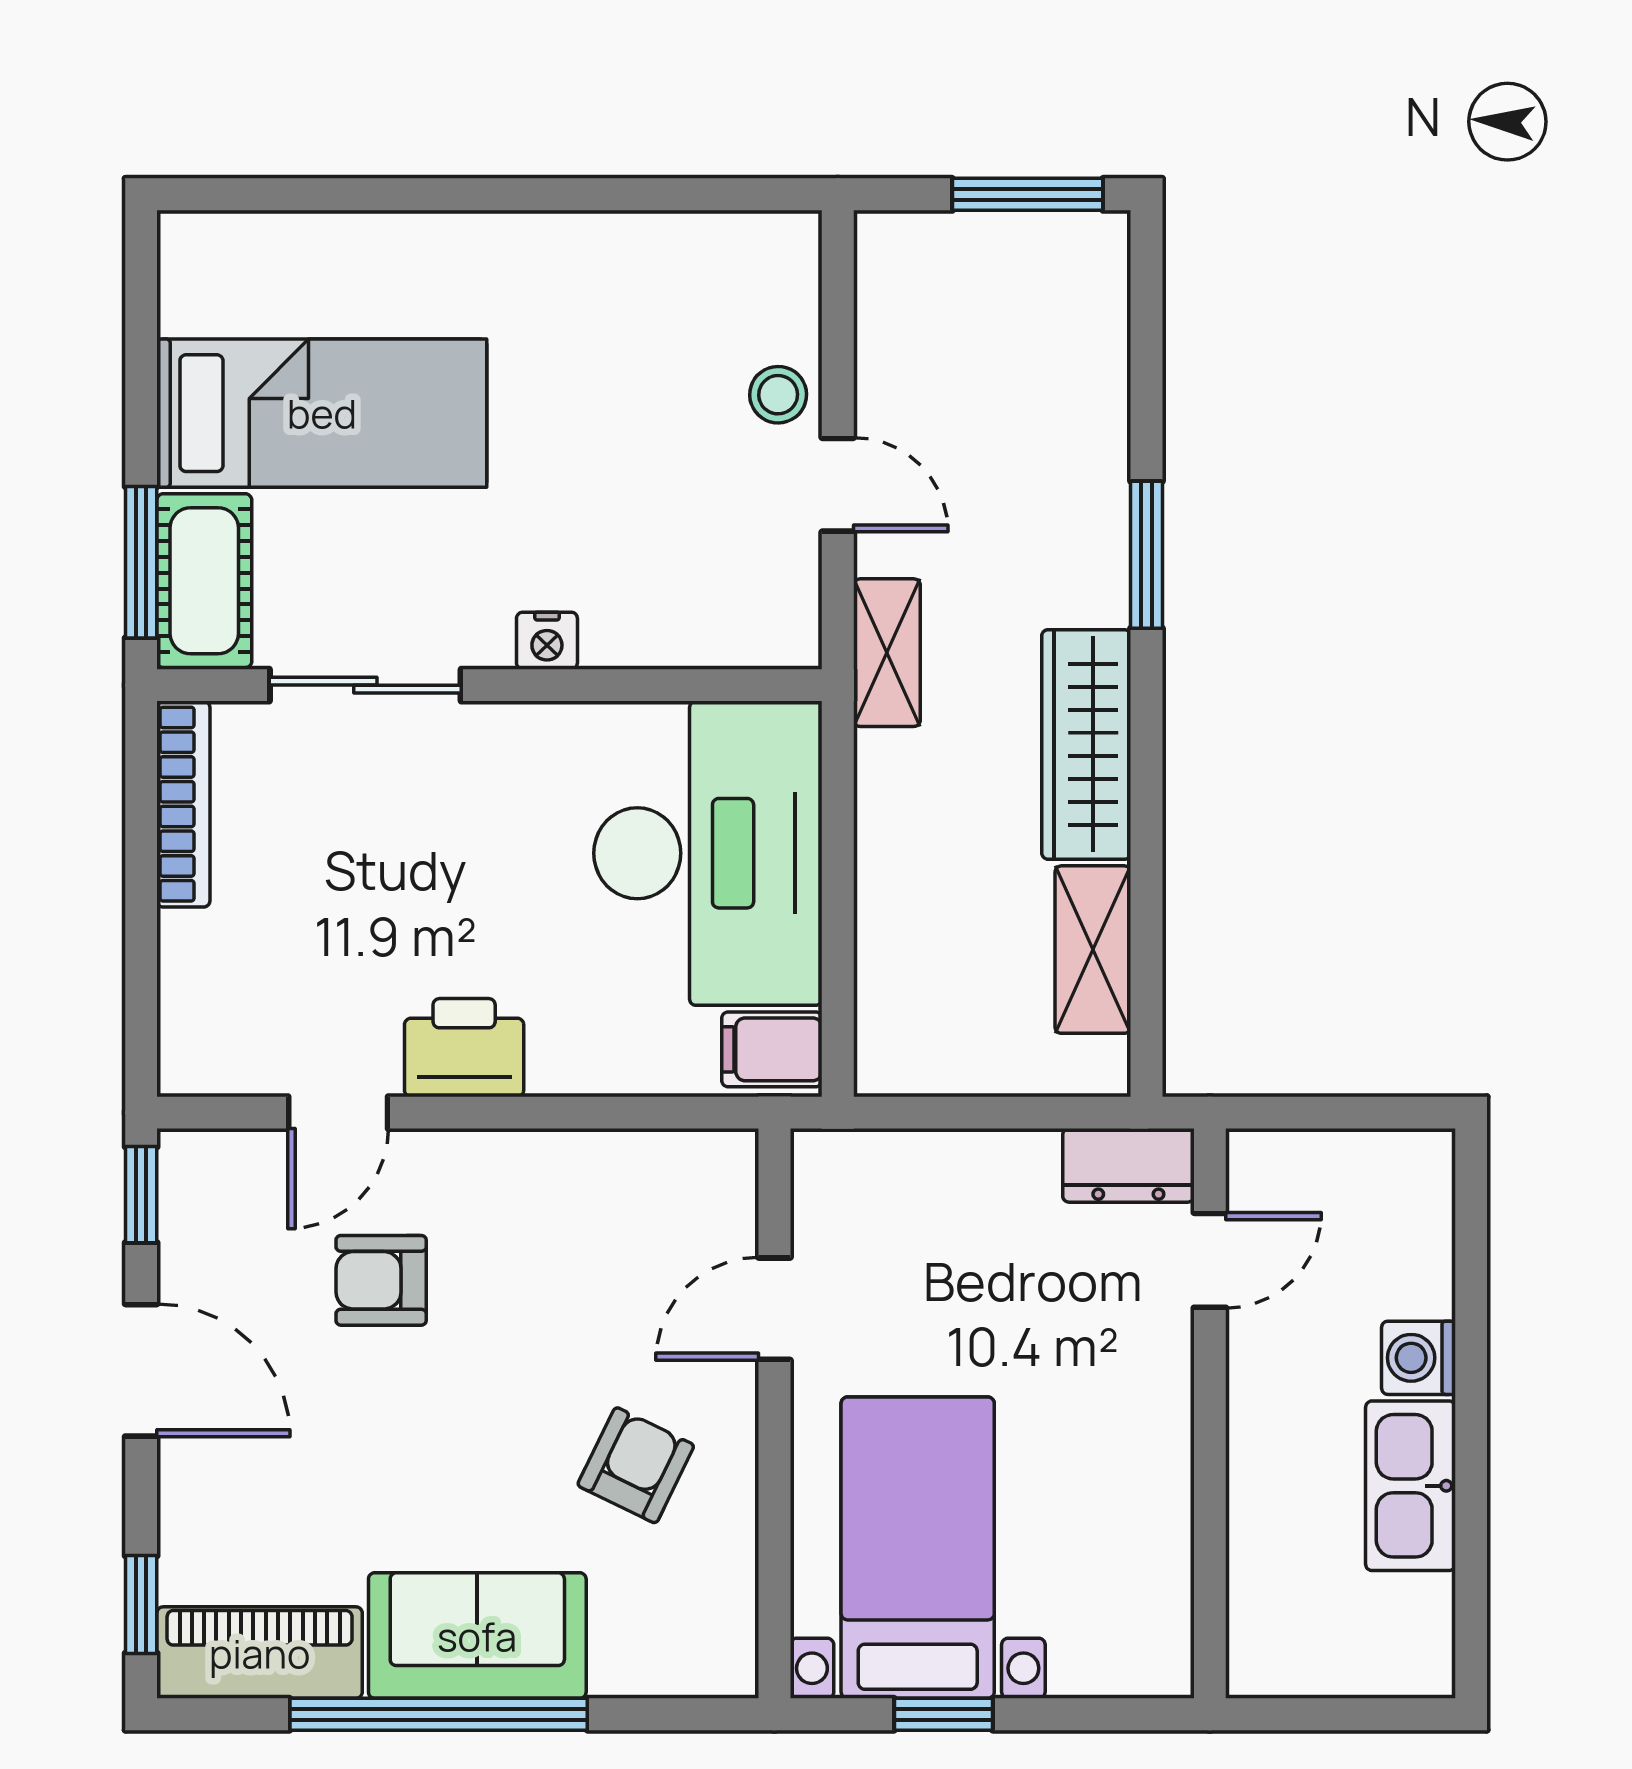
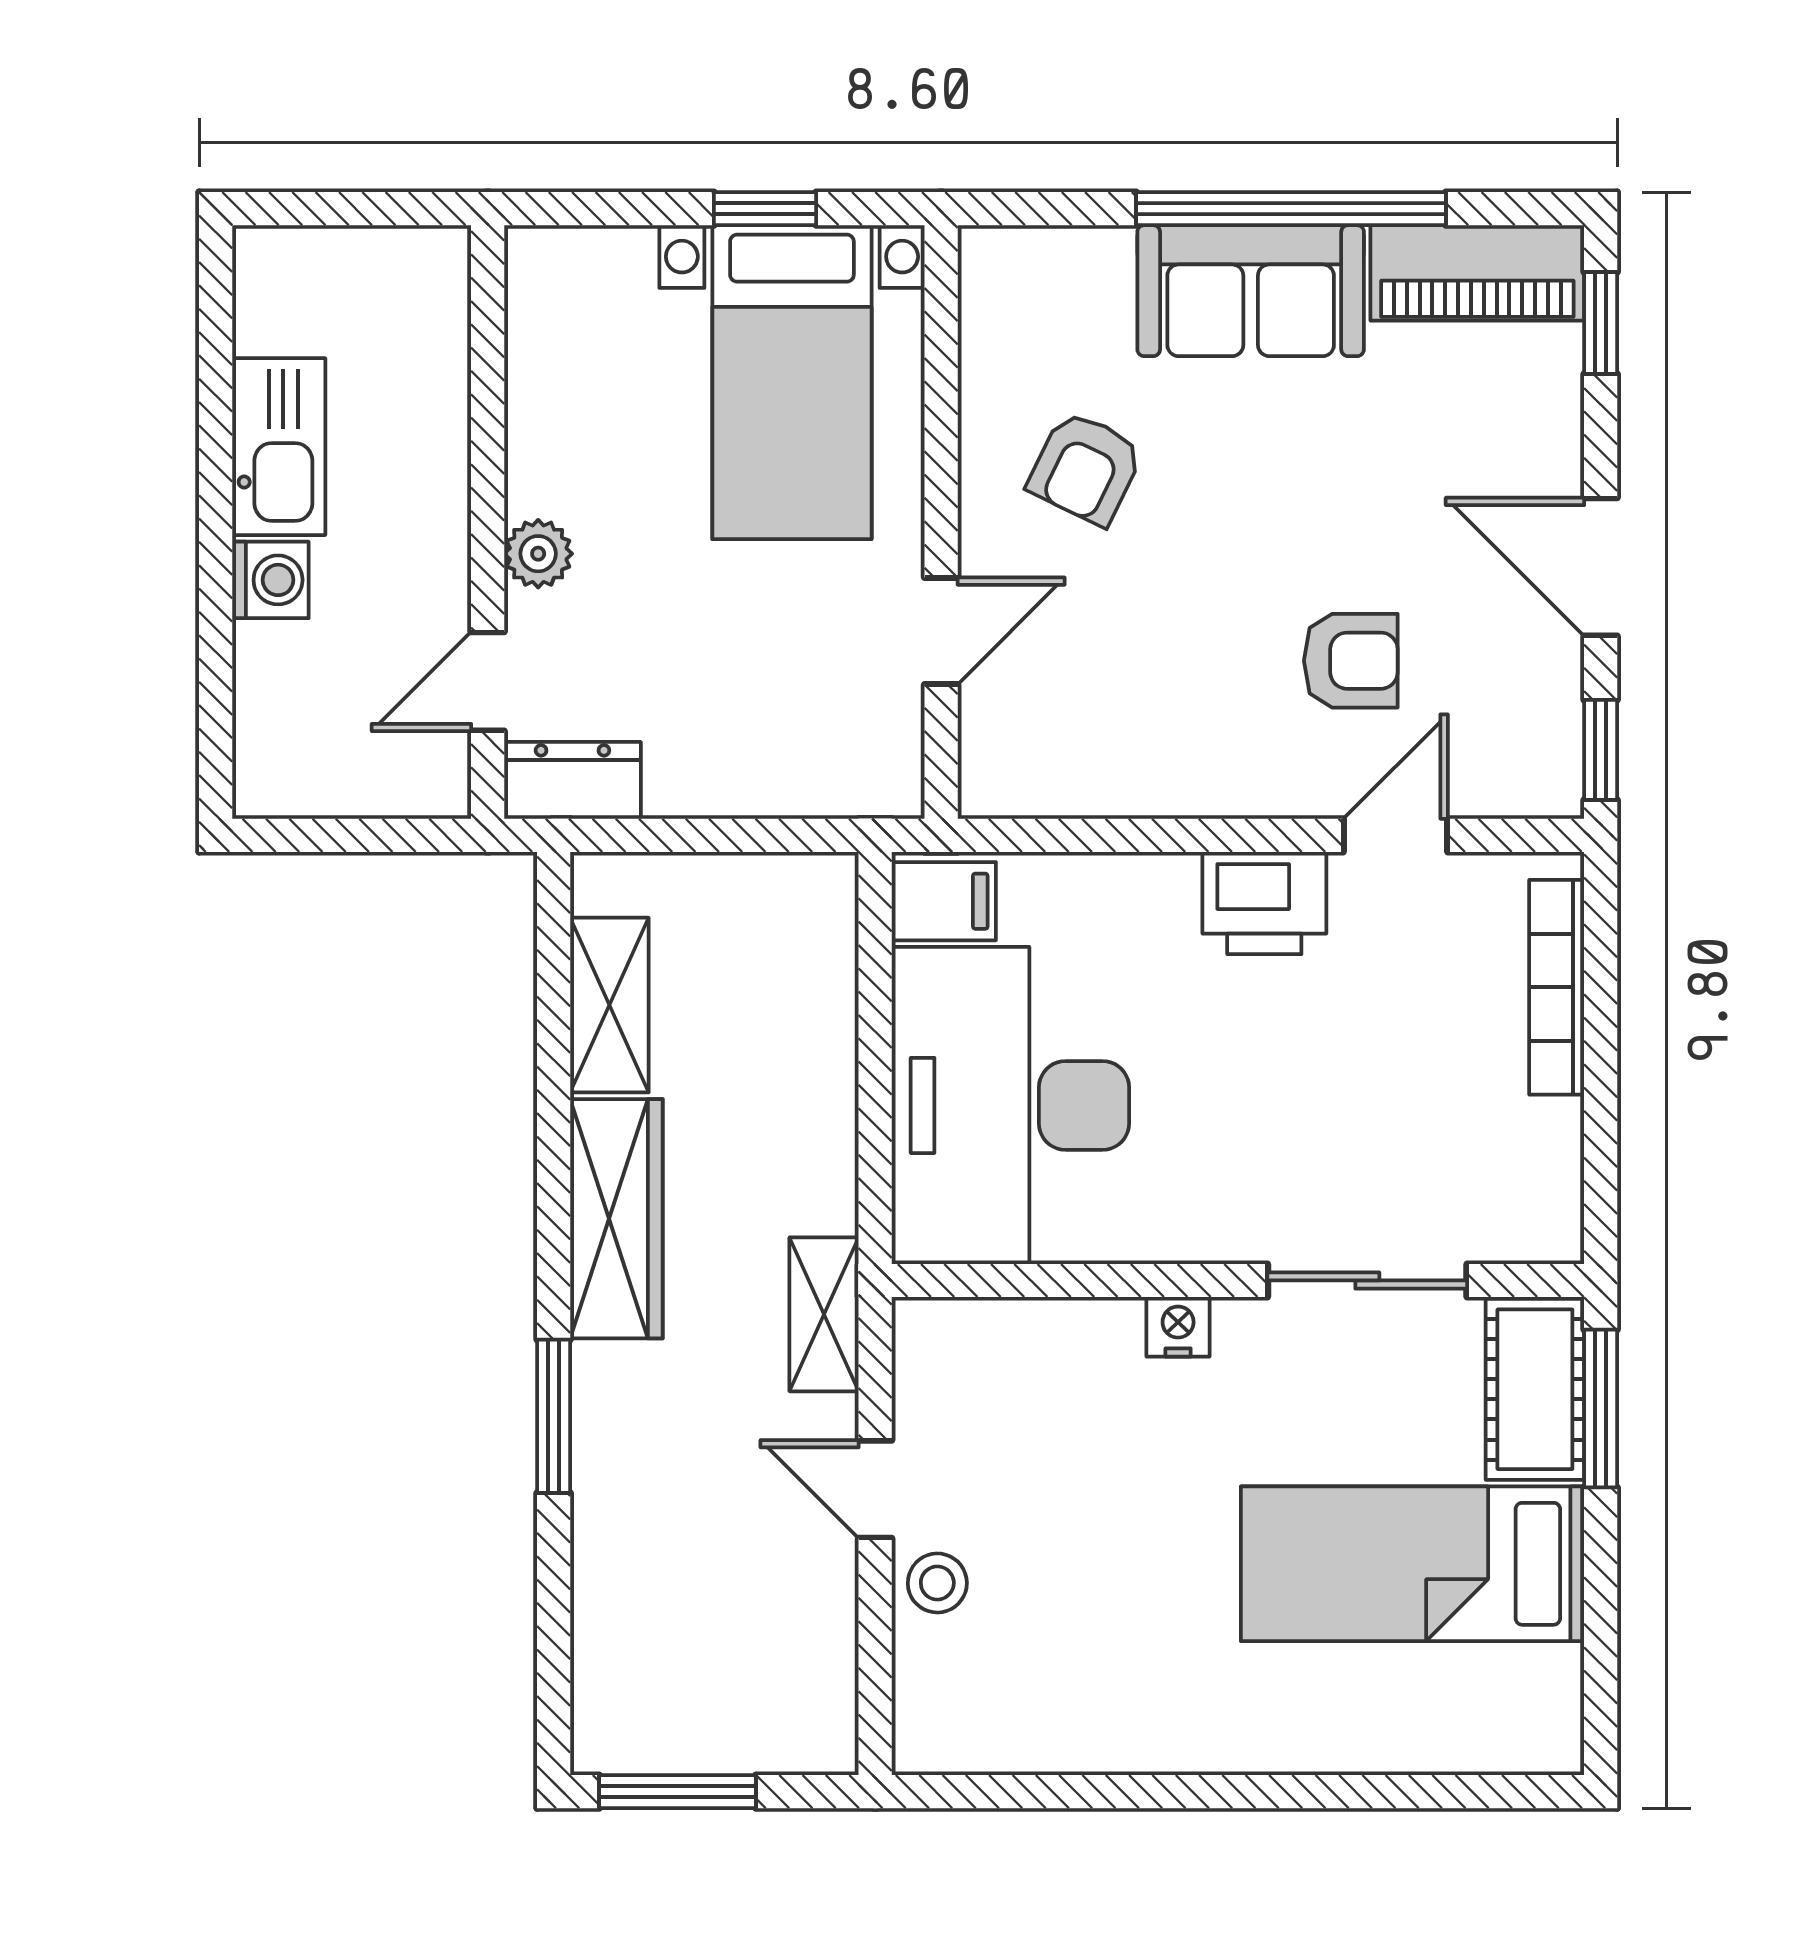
bookcase: (183, 804) -> (1557, 987), moved
plant: (1161, 1383) -> (538, 554), added

